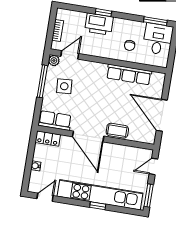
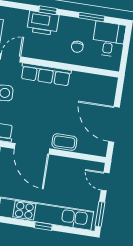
window: (155, 21) -> (92, 17), moved
row of seats: (129, 75) -> (46, 74), moved
door: (153, 166) -> (105, 182), hinge flipped

